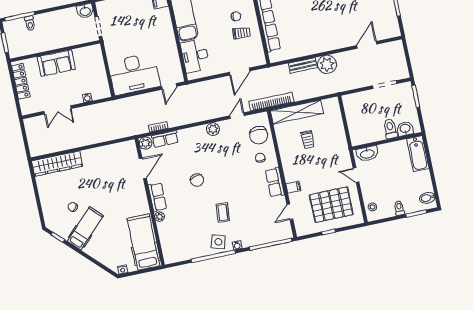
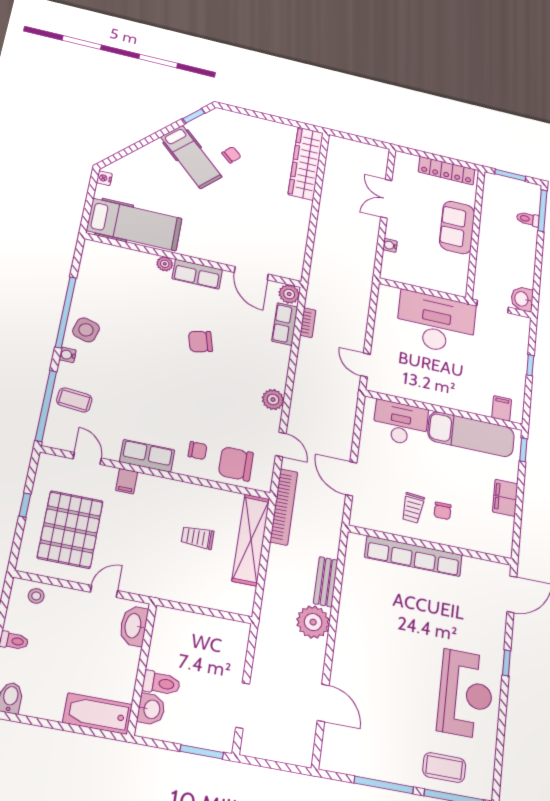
desk: (134, 74) -> (436, 323), moved, turned 90
coffee table: (223, 212) -> (74, 400), moved

